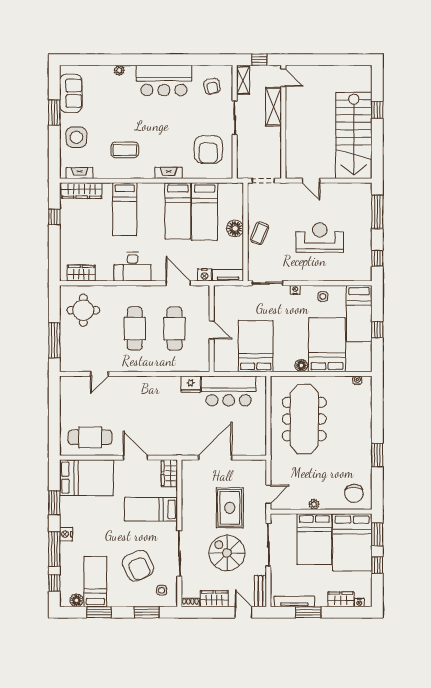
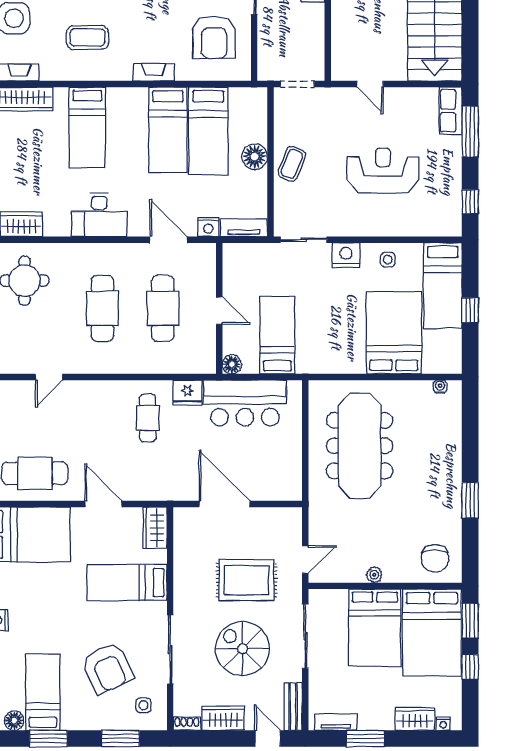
row of seats: (364, 198) -> (451, 111), added
nightstand: (295, 290) -> (346, 255), width x1.89, depth x1.79
bed: (256, 346) -> (277, 335), width x0.67
floor lamp: (301, 365) -> (232, 364), moved
cafe table: (165, 401) -> (148, 418), added
door: (215, 458) -> (224, 504), hinge flipped
rug: (230, 508) -> (247, 580), turned 90
tv unit: (294, 601) -> (336, 722), width x0.71

